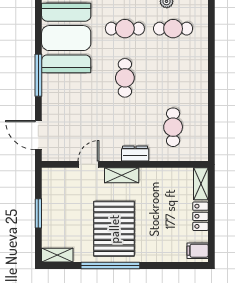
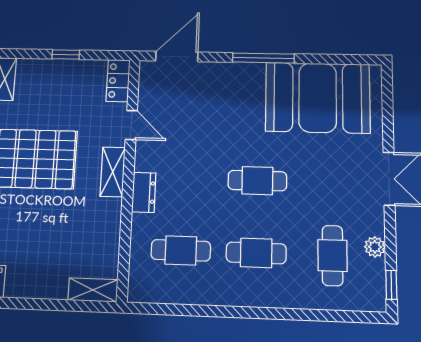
cafe table: (125, 29) -> (256, 253), moved, turned 90
window: (38, 213) -> (66, 55), width x0.67
locker: (200, 216) -> (118, 81), moved, turned -90

